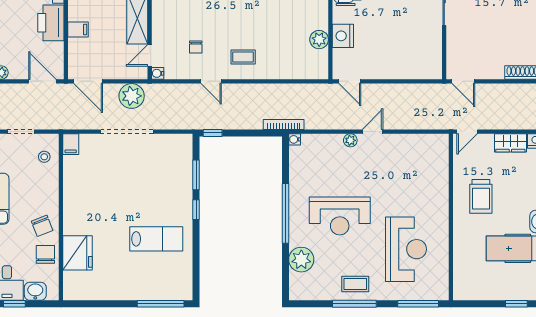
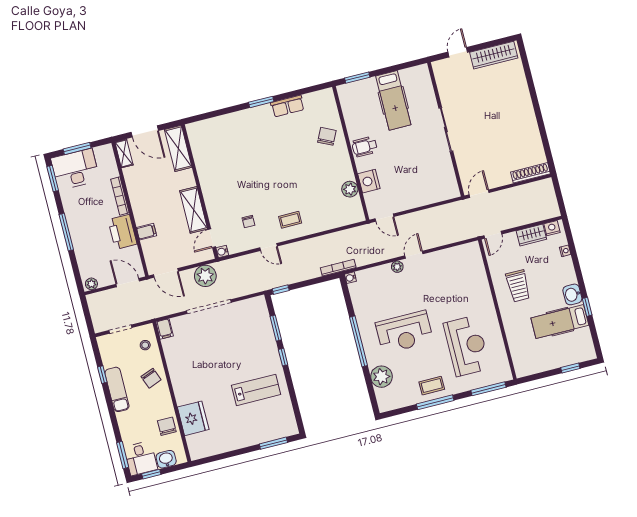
door: (463, 81) -> (479, 194), swing flipped
chair: (42, 226) -> (151, 378), moved
window: (161, 304) -> (273, 443), width x0.69

